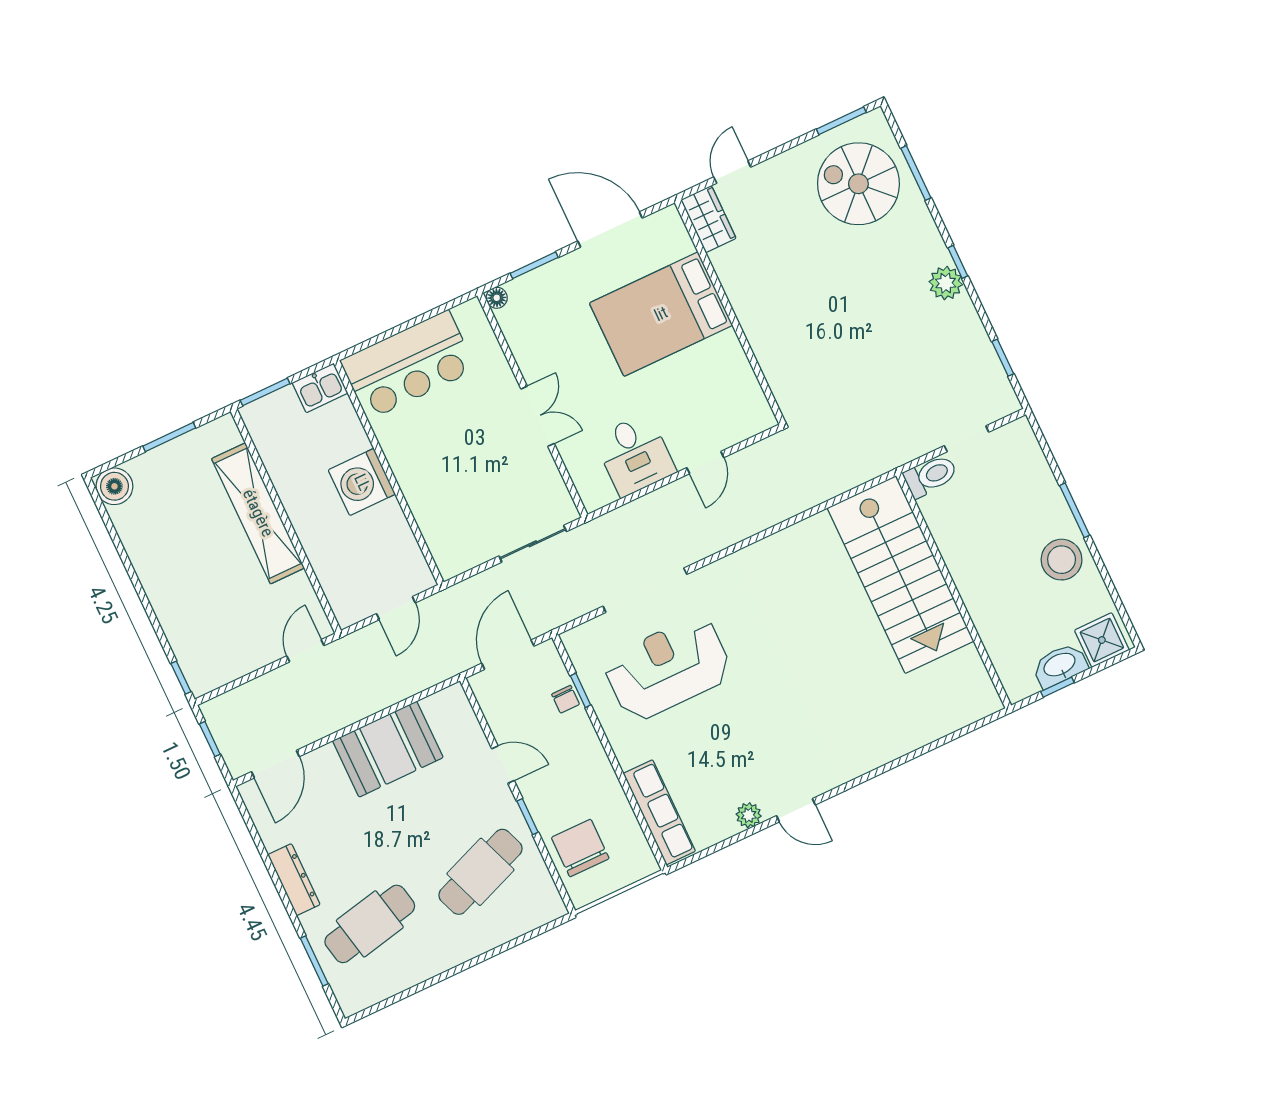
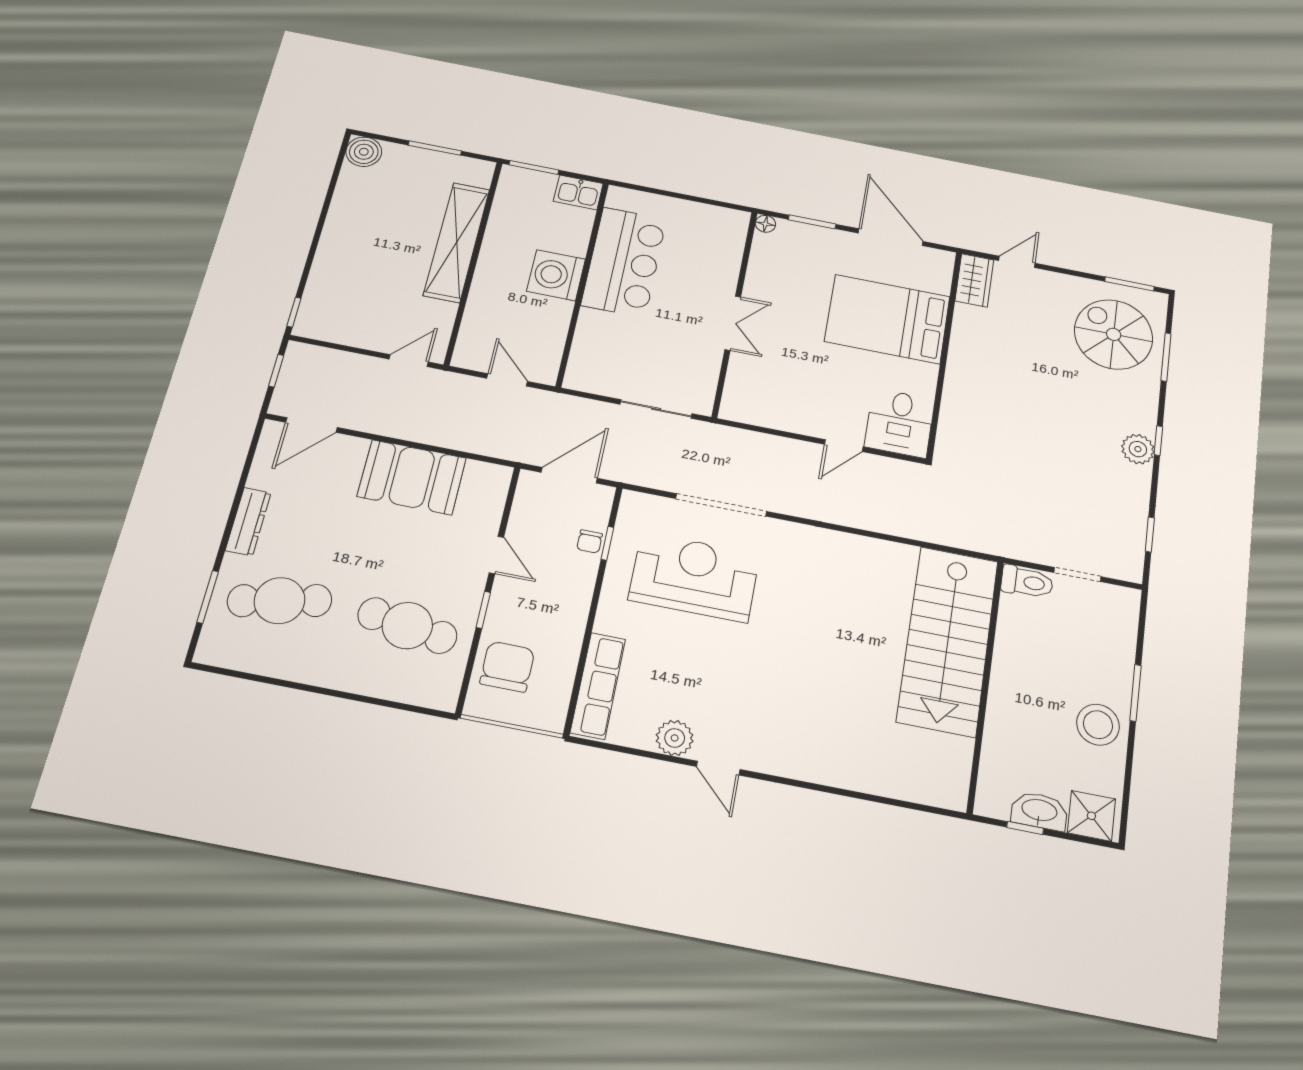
bar counter: (408, 365) -> (624, 262), moved, turned -90
desk: (635, 455) -> (900, 423), moved
door: (396, 608) -> (507, 380), swing flipped
plant: (749, 815) -> (675, 738), width x1.38, depth x1.38
cafe table: (480, 872) -> (407, 626), turned 30

